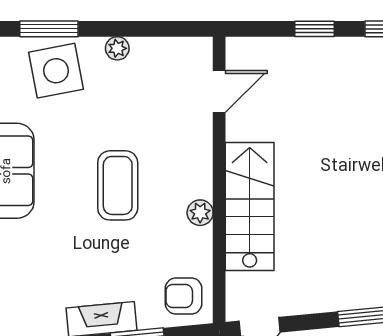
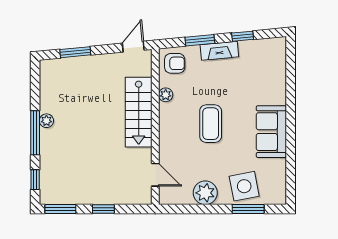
plant: (117, 48) -> (205, 193), width x1.88, depth x1.88
door: (219, 92) -> (155, 175), swing flipped
plant: (200, 213) -> (166, 95), moved

